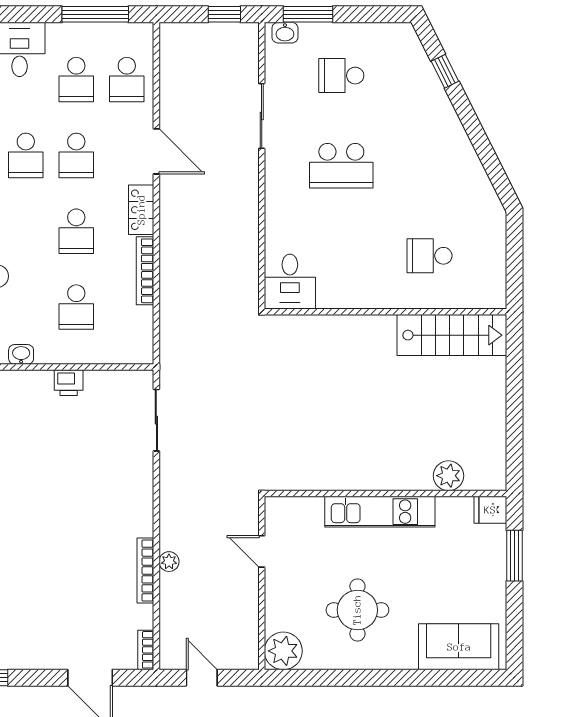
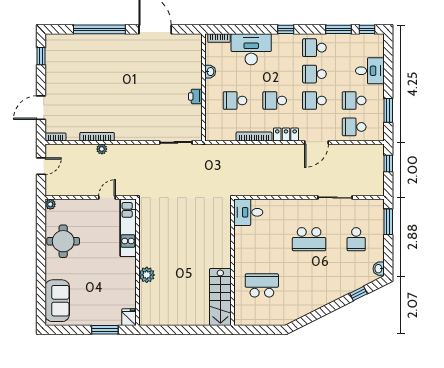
window: (95, 14) -> (388, 110), width x0.69
window: (224, 14) -> (388, 164), moved
washbasin: (285, 33) -> (379, 269), moved
school desk: (341, 76) -> (356, 239), turned 180
school desk: (341, 166) -> (309, 239), turned -90
school desk: (430, 256) -> (262, 285), width x1.85
plant: (449, 476) -> (147, 275), moved
kitchen unit: (380, 512) -> (128, 228), moved
round table: (357, 610) -> (63, 241), moved
plant: (283, 651) -> (50, 204), width x0.53, depth x0.53

